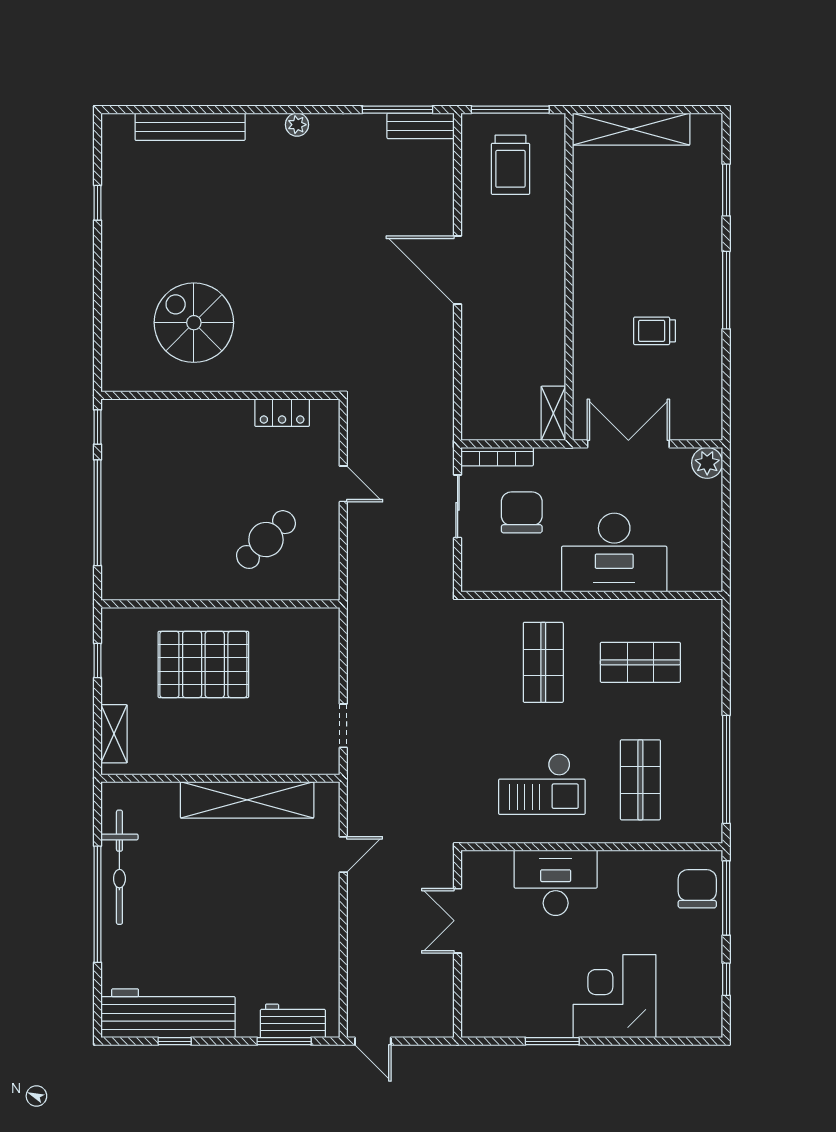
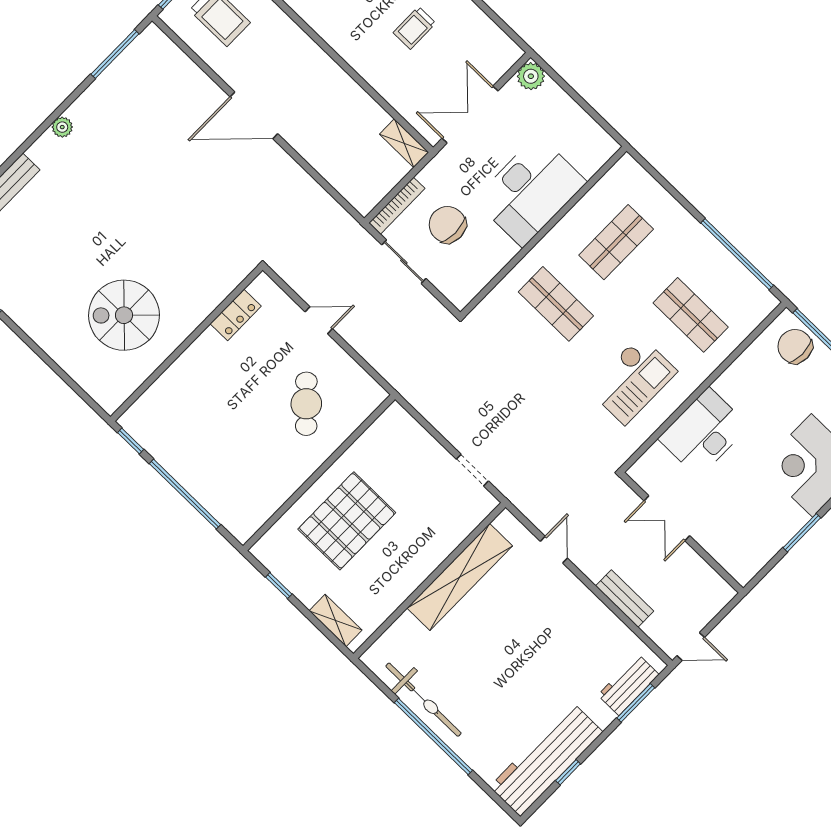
bench: (421, 126) -> (625, 599), moved, turned 90

